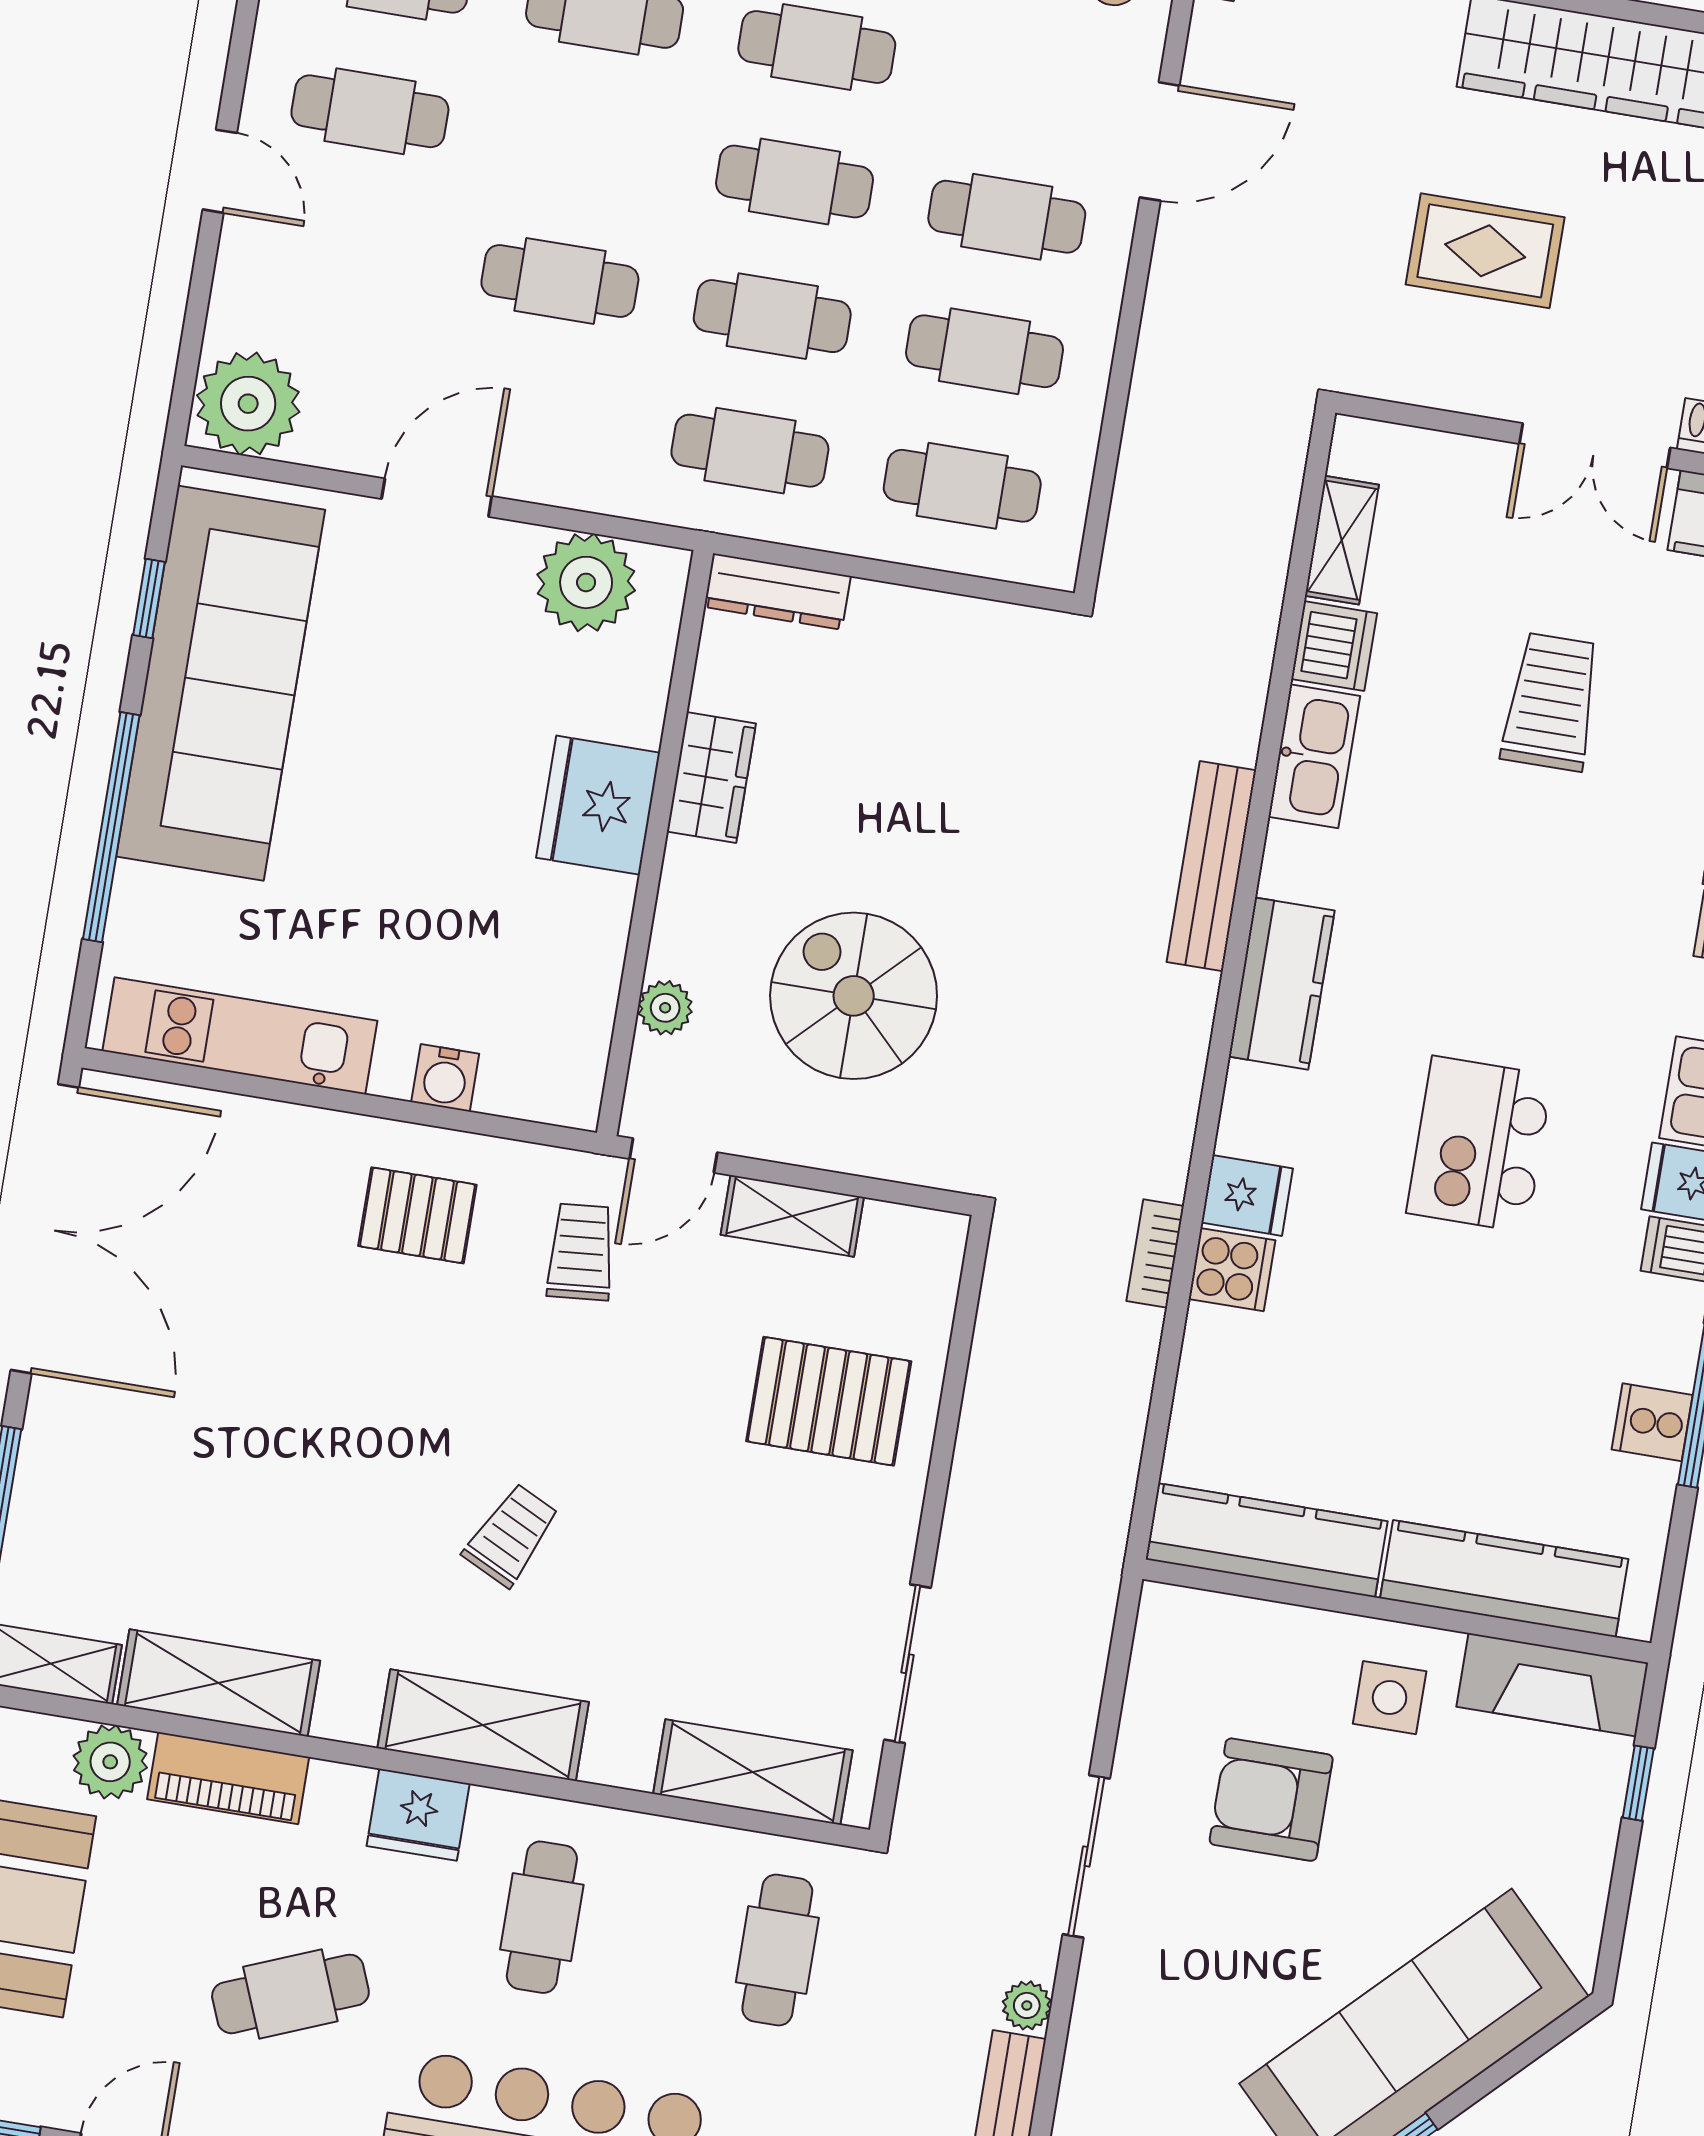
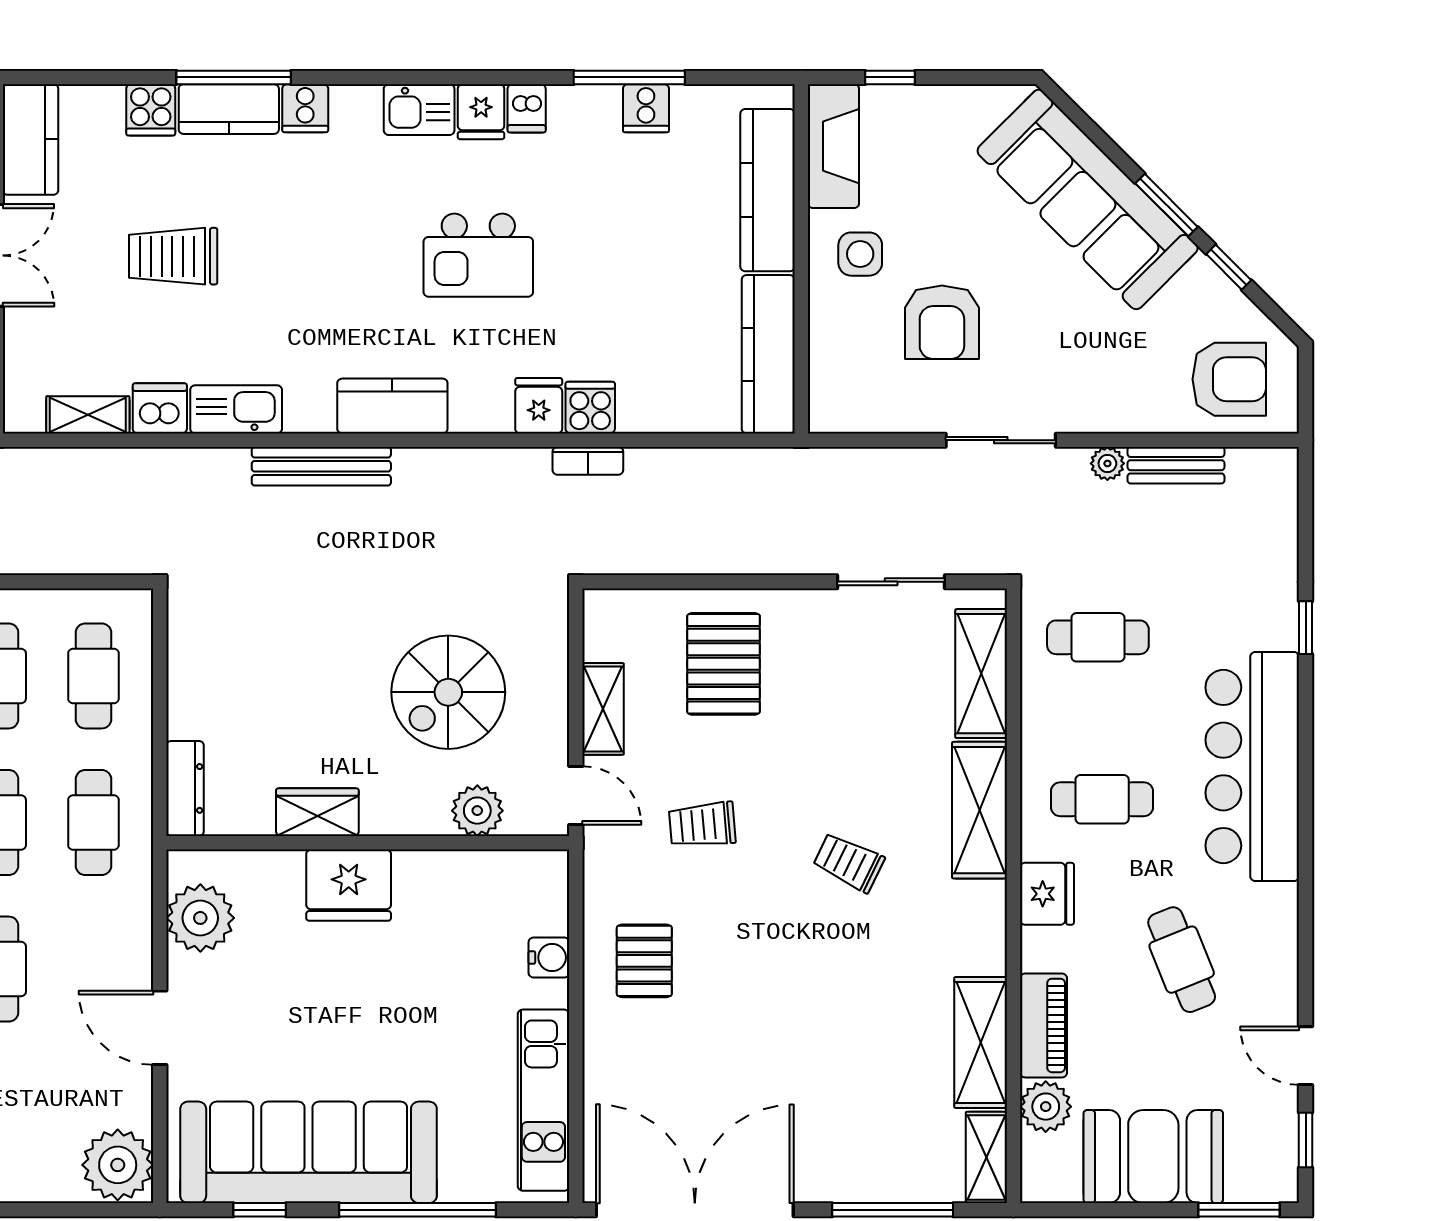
plant: (665, 1008) -> (477, 811), width x1.38, depth x1.38
trolley: (581, 1252) -> (702, 825), moved
shelving: (483, 1725) -> (980, 810), moved

